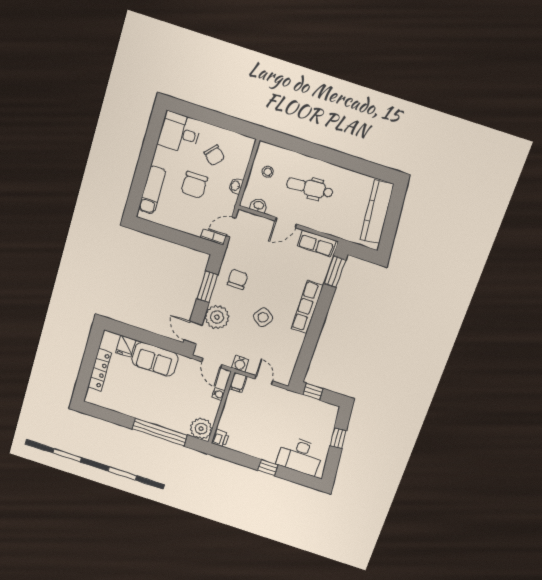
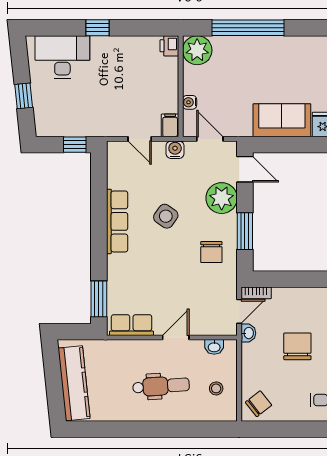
chair: (214, 155) -> (259, 404), moved, turned 99
washbasin: (236, 186) -> (248, 333), moved
row of seats: (307, 307) -> (117, 221), moved

